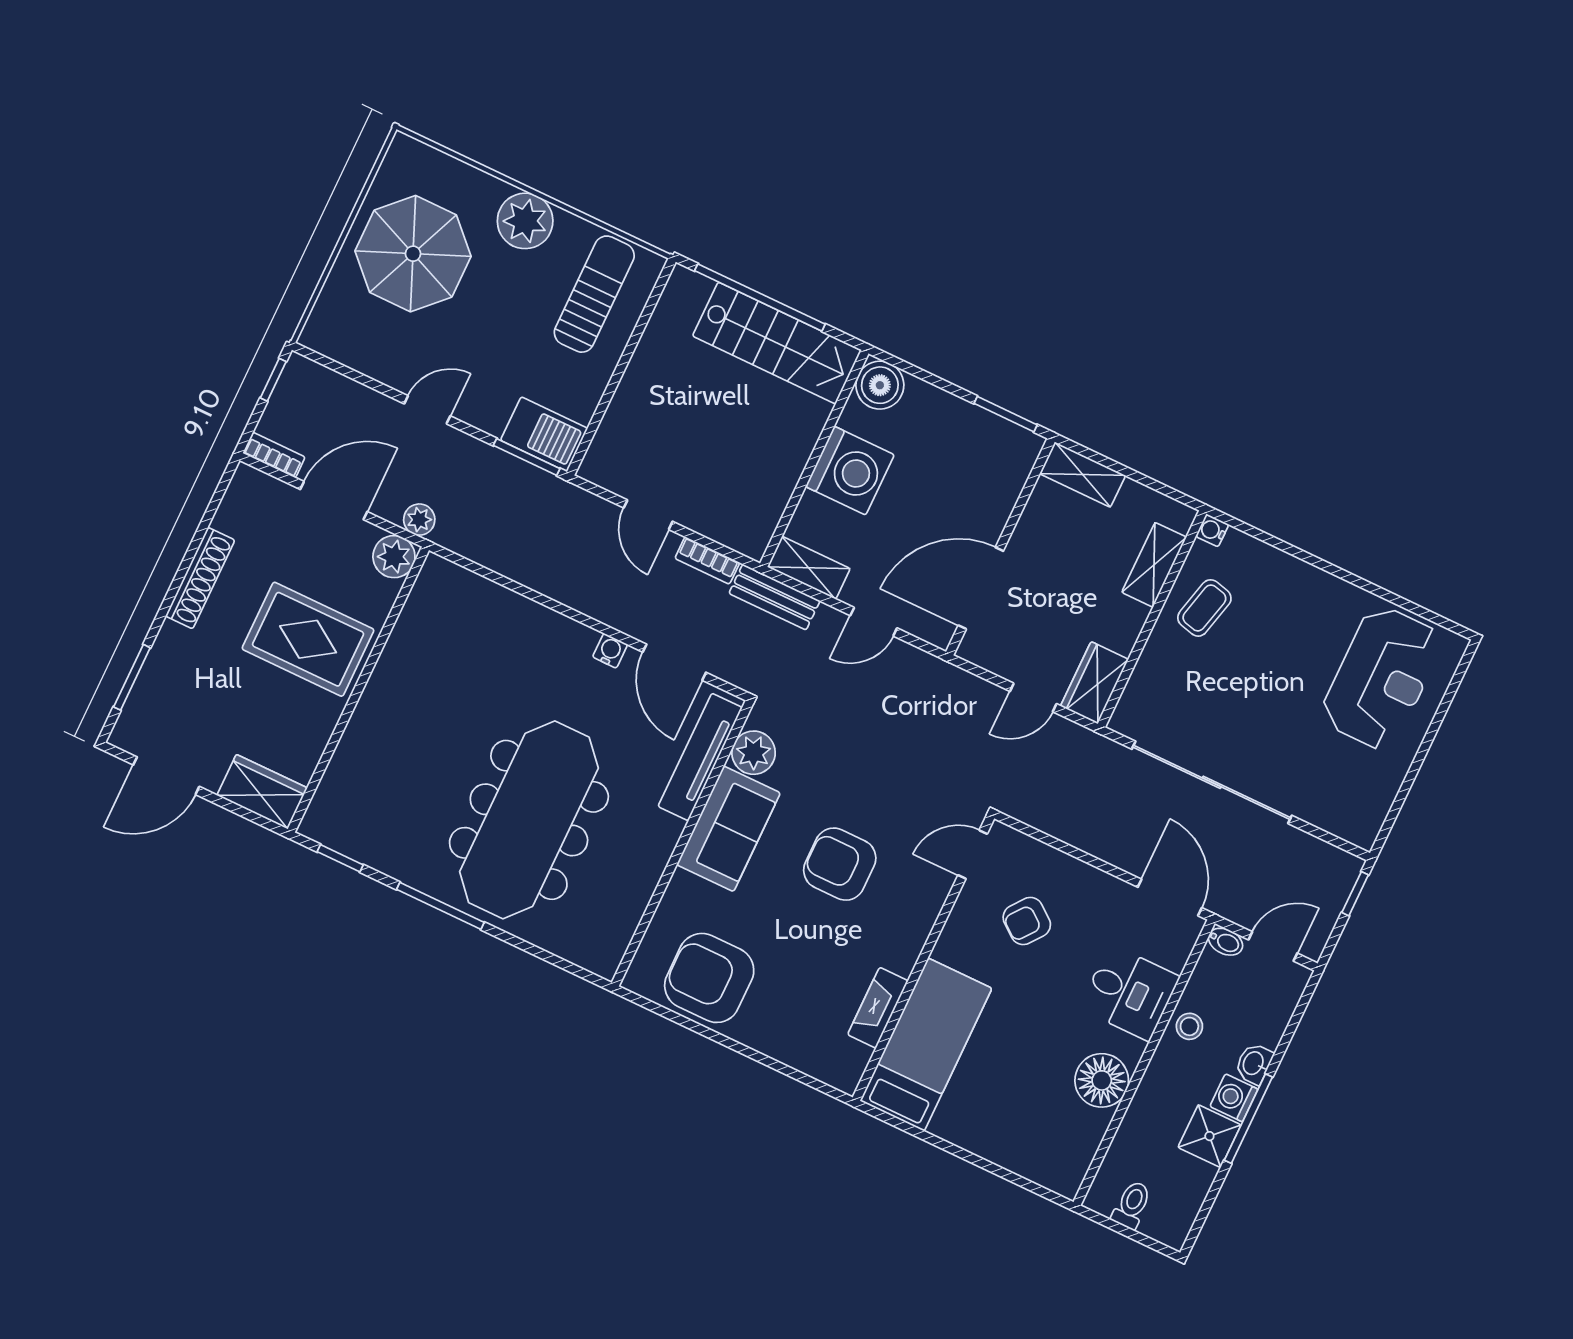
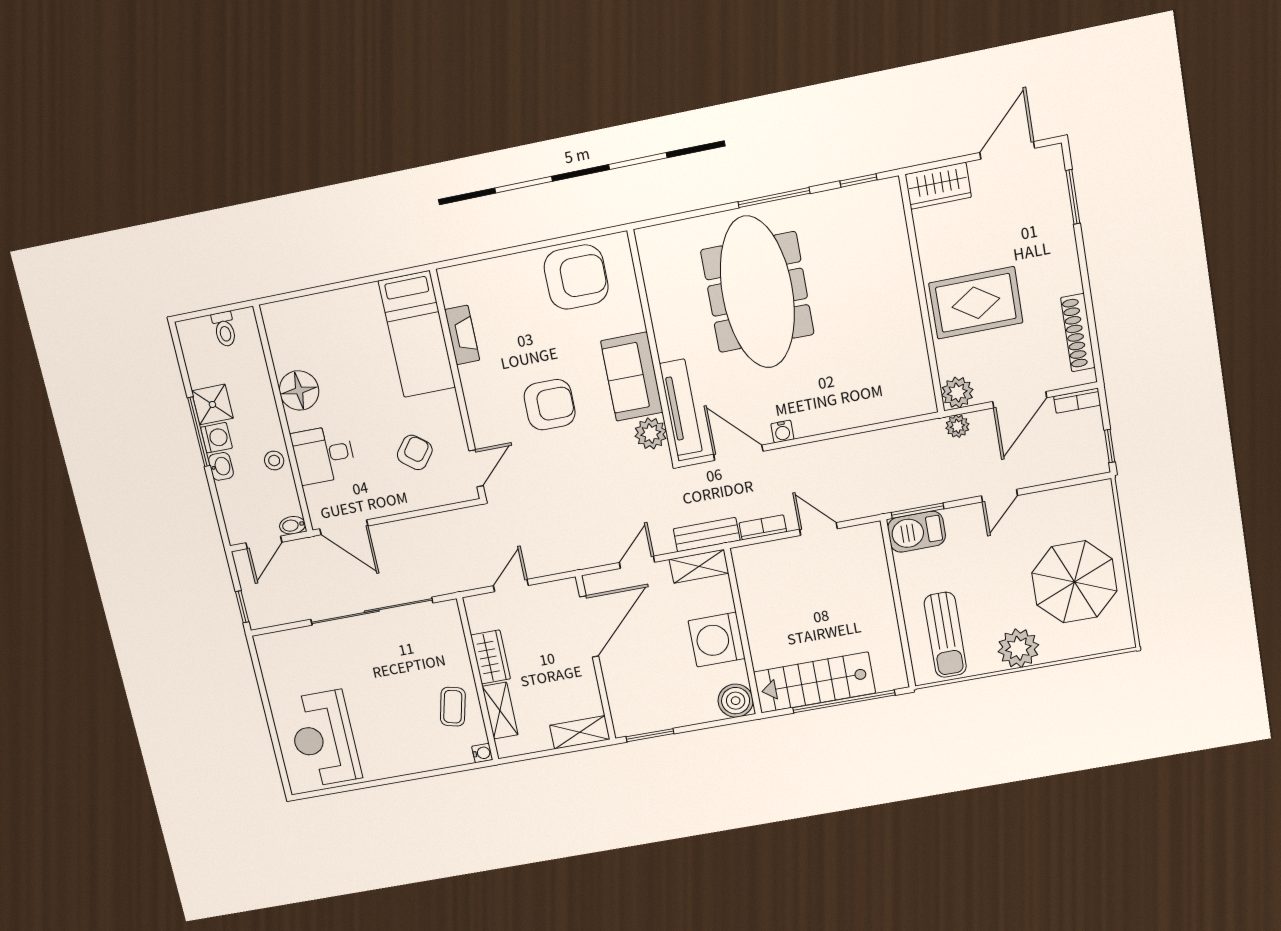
shoe rack: (200, 578) -> (1078, 333), moved
wardrobe: (1094, 683) -> (491, 657), moved

